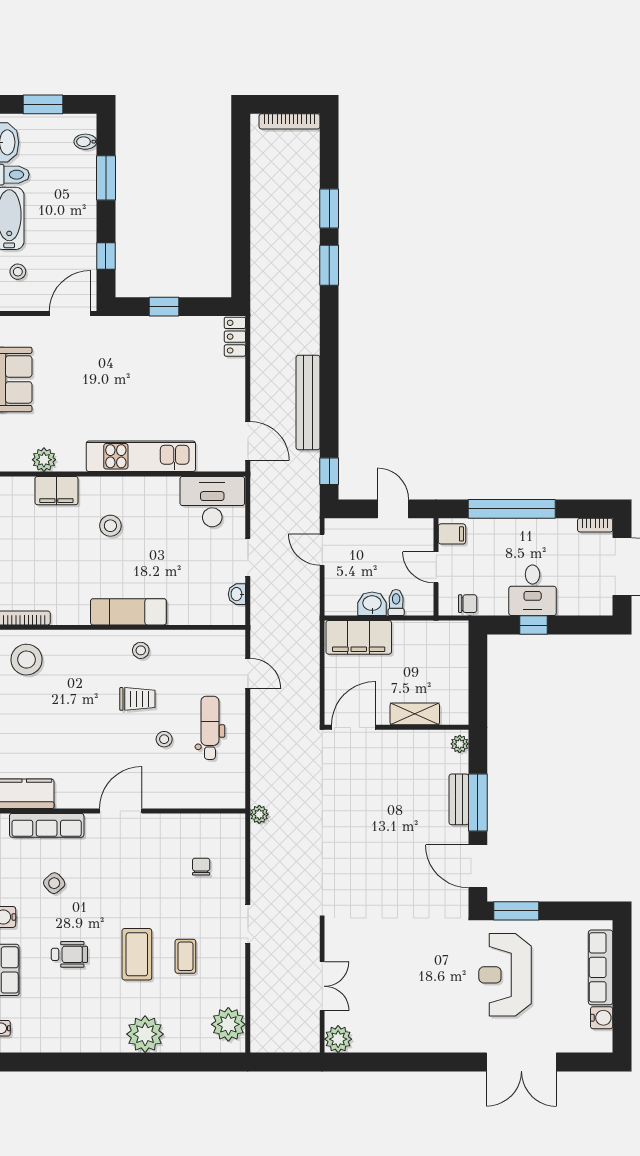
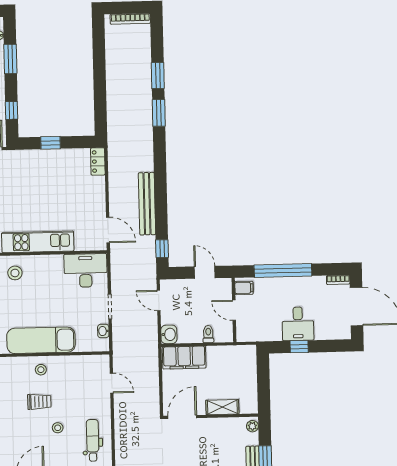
stool: (110, 526) -> (15, 273), moved
washbasin: (372, 604) -> (169, 334), moved, turned 90
chair: (468, 604) -> (255, 334), removed
exam couch: (128, 612) -> (41, 340), width x1.36, depth x1.45
dental chair: (210, 728) -> (93, 440), moved

